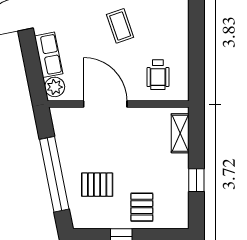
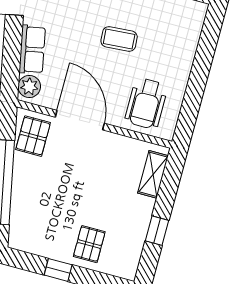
coffee table: (120, 26) -> (119, 39), turned -75
wheelchair: (158, 75) -> (146, 104), width x1.36, depth x1.37
pallet: (97, 185) -> (33, 136), moved, turned 90

